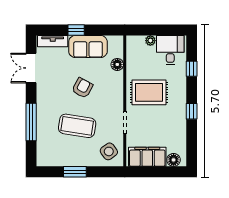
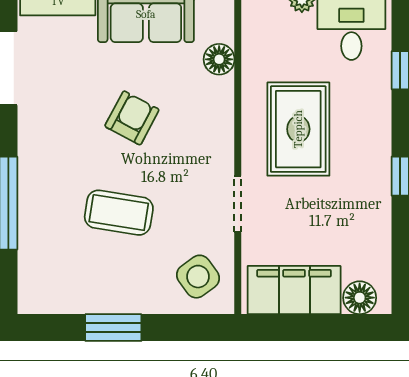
rug: (149, 92) -> (298, 129), turned 90
coffee table: (77, 126) -> (119, 213), width x0.73, depth x0.76

